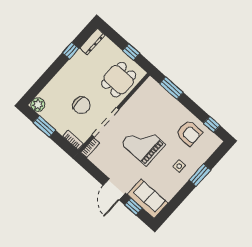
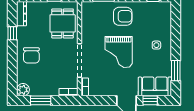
chair: (81, 105) -> (31, 55), moved, turned 90
armchair: (189, 133) -> (123, 16), moved
grand piano: (143, 144) -> (119, 52), turned -90
window: (200, 175) -> (176, 71), moved

